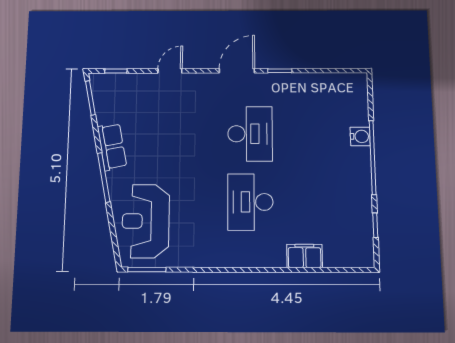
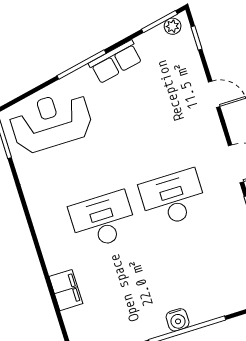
plant: (98, 88) -> (173, 26), added
desk: (250, 134) -> (173, 198), turned 180
water cooler: (360, 136) -> (178, 320), moved

